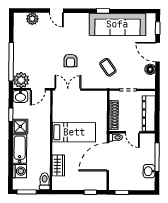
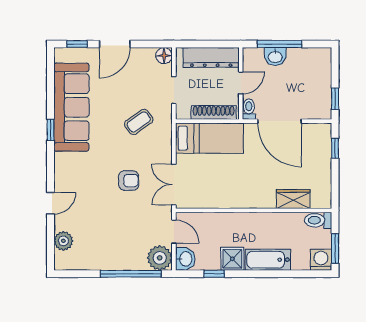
floor lamp: (150, 69) -> (164, 56), moved
bed: (74, 132) -> (209, 138), moved, turned 90
washing machine: (20, 171) -> (321, 260), moved
washbasin: (149, 171) -> (275, 57), moved

